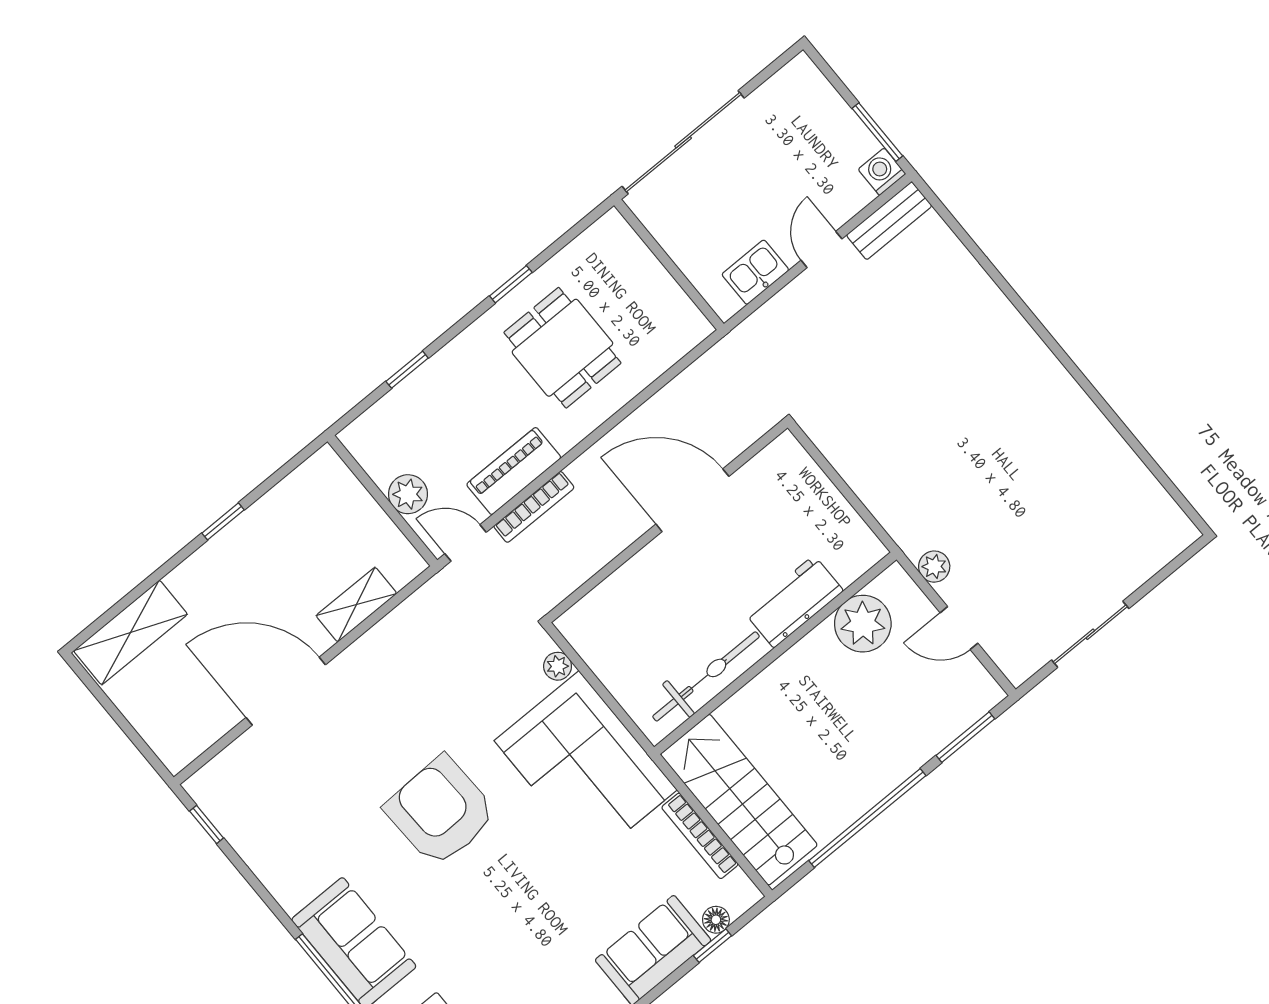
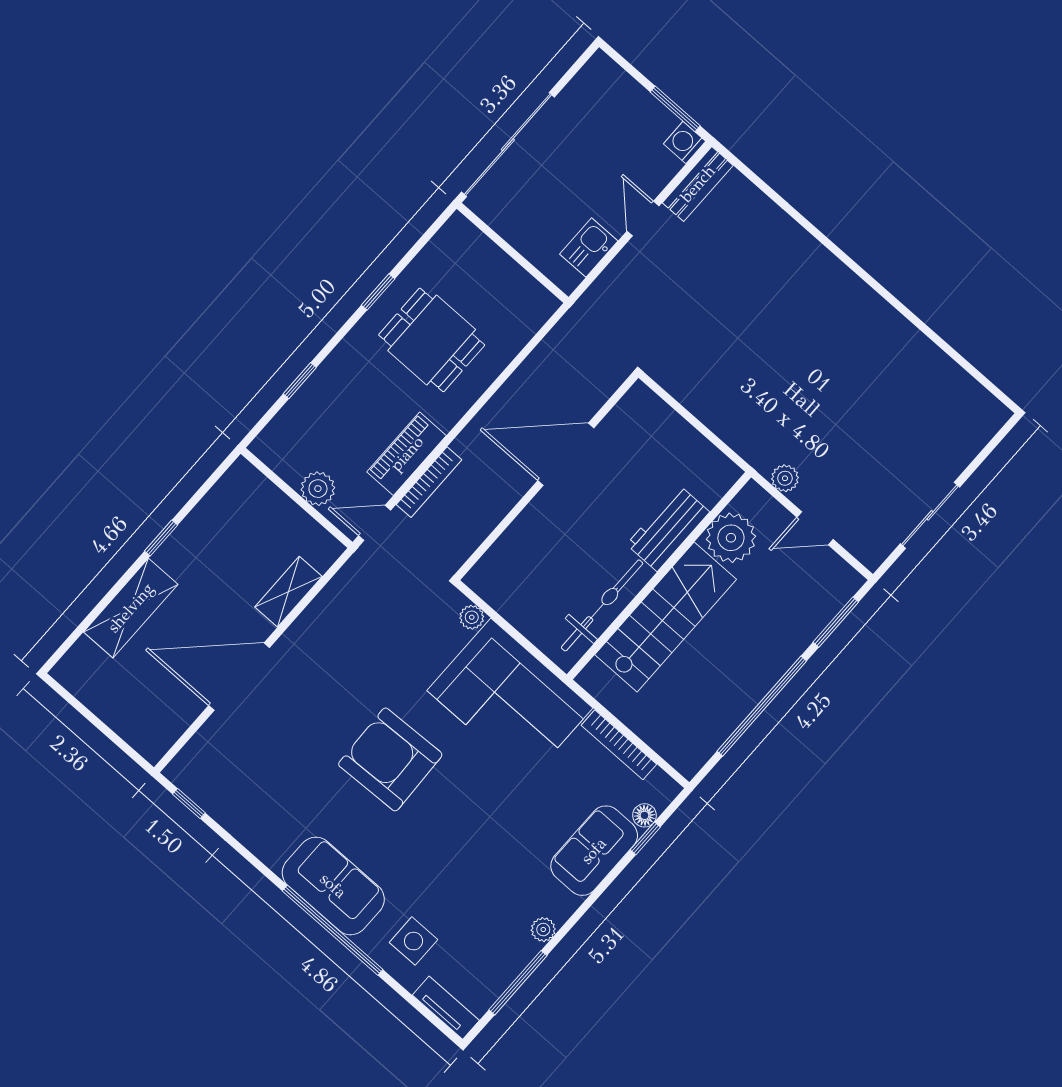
shelving: (130, 633) -> (131, 608), moved
stairs: (739, 800) -> (666, 617), moved, turned 90

